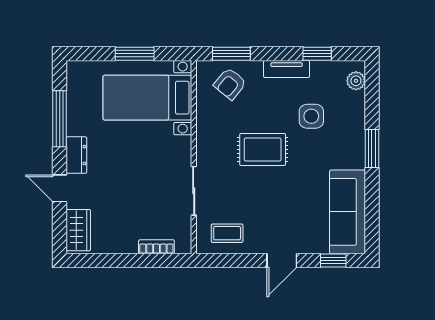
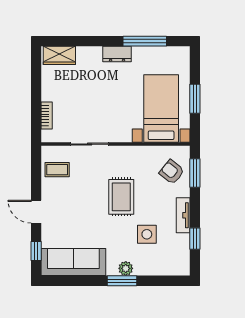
plant: (356, 81) -> (126, 268), moved
door: (60, 188) -> (91, 41), removed
coffee table: (227, 233) -> (57, 170), turned 90

